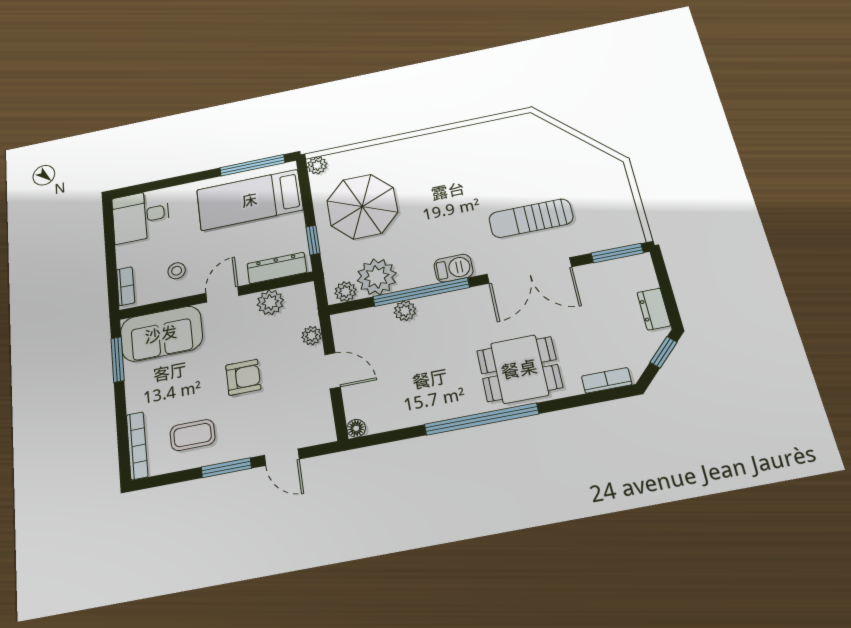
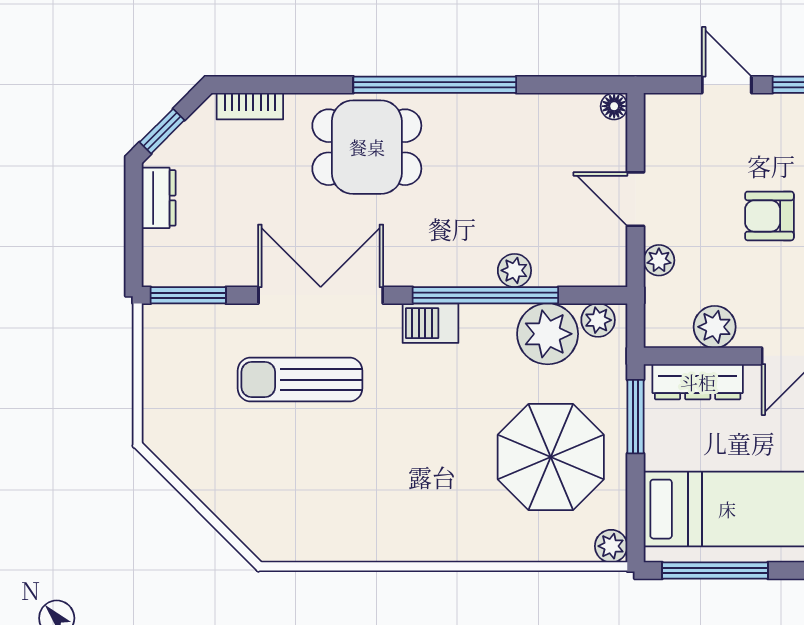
sun lounger: (531, 218) -> (300, 380), turned 180
window: (313, 240) -> (636, 417), width x1.50

